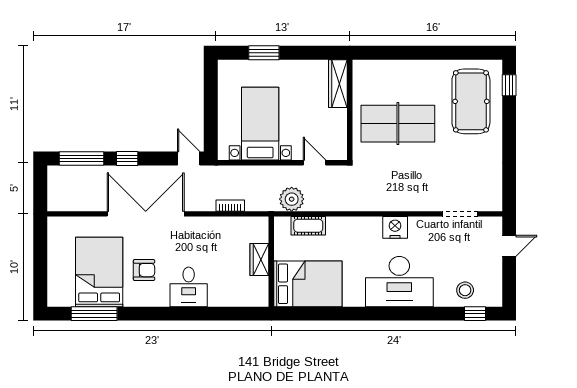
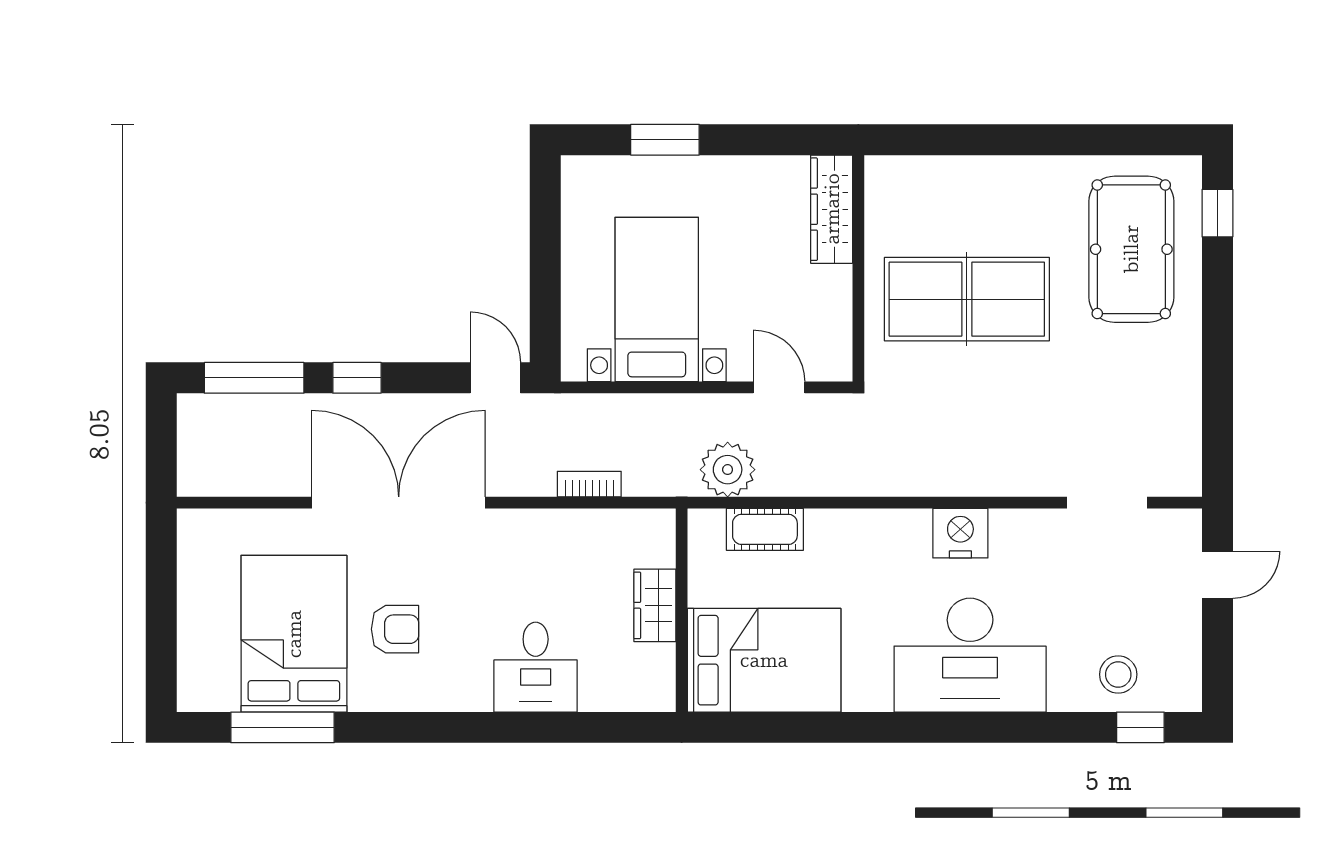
desk: (189, 287) -> (536, 667), moved

